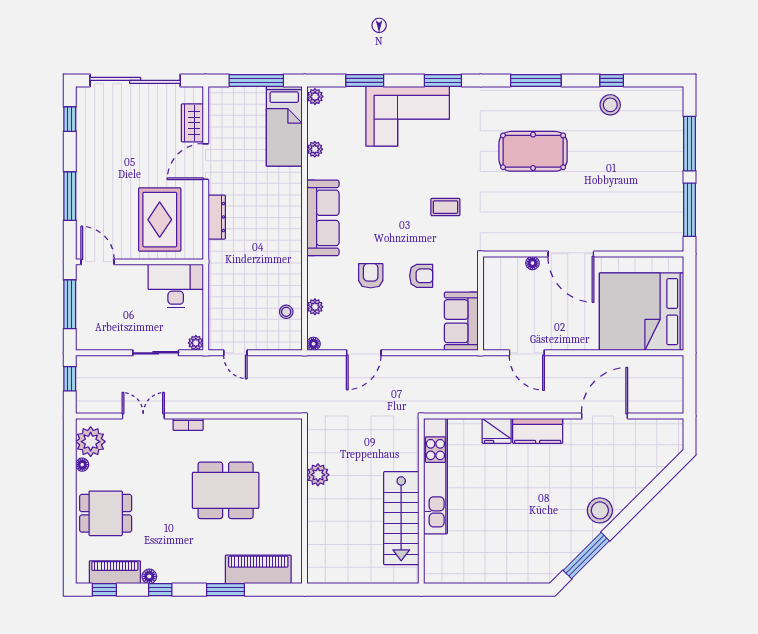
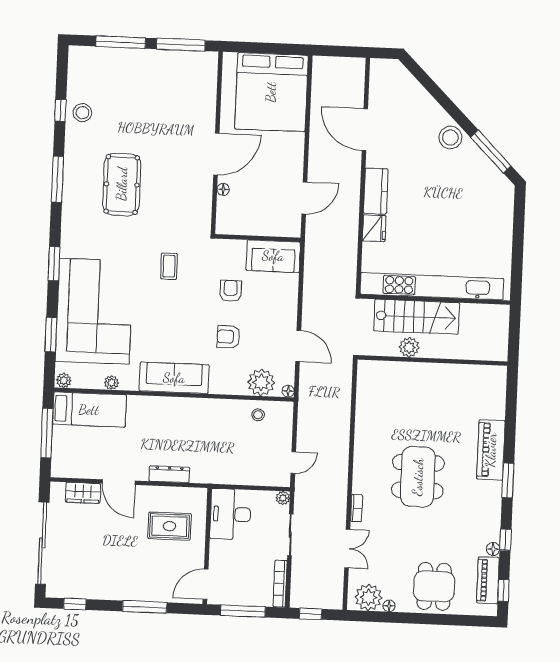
corner sofa: (408, 116) -> (94, 311), width x1.36, depth x1.36
rug: (160, 220) -> (169, 526), width x0.73, depth x0.70
plant: (315, 307) -> (261, 382), width x1.87, depth x1.87
bookcase: (102, 344) -> (280, 584), added
double door: (143, 416) -> (347, 549), swing flipped
plant: (318, 475) -> (409, 347), moved
kitchen unit: (435, 476) -> (432, 286), width x1.36
wall: (305, 501) -> (432, 360), moved
stairs: (401, 518) -> (417, 317), moved

